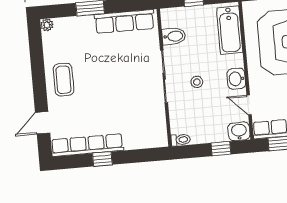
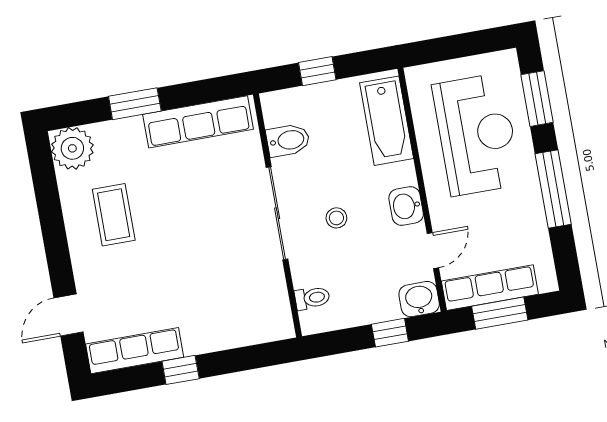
plant: (47, 25) -> (72, 148), width x1.88, depth x1.88
coffee table: (64, 80) -> (114, 215), moved
door: (249, 105) -> (433, 251), swing flipped
toilet: (181, 140) -> (312, 298), moved
row of seats: (87, 145) -> (135, 351), width x0.73

